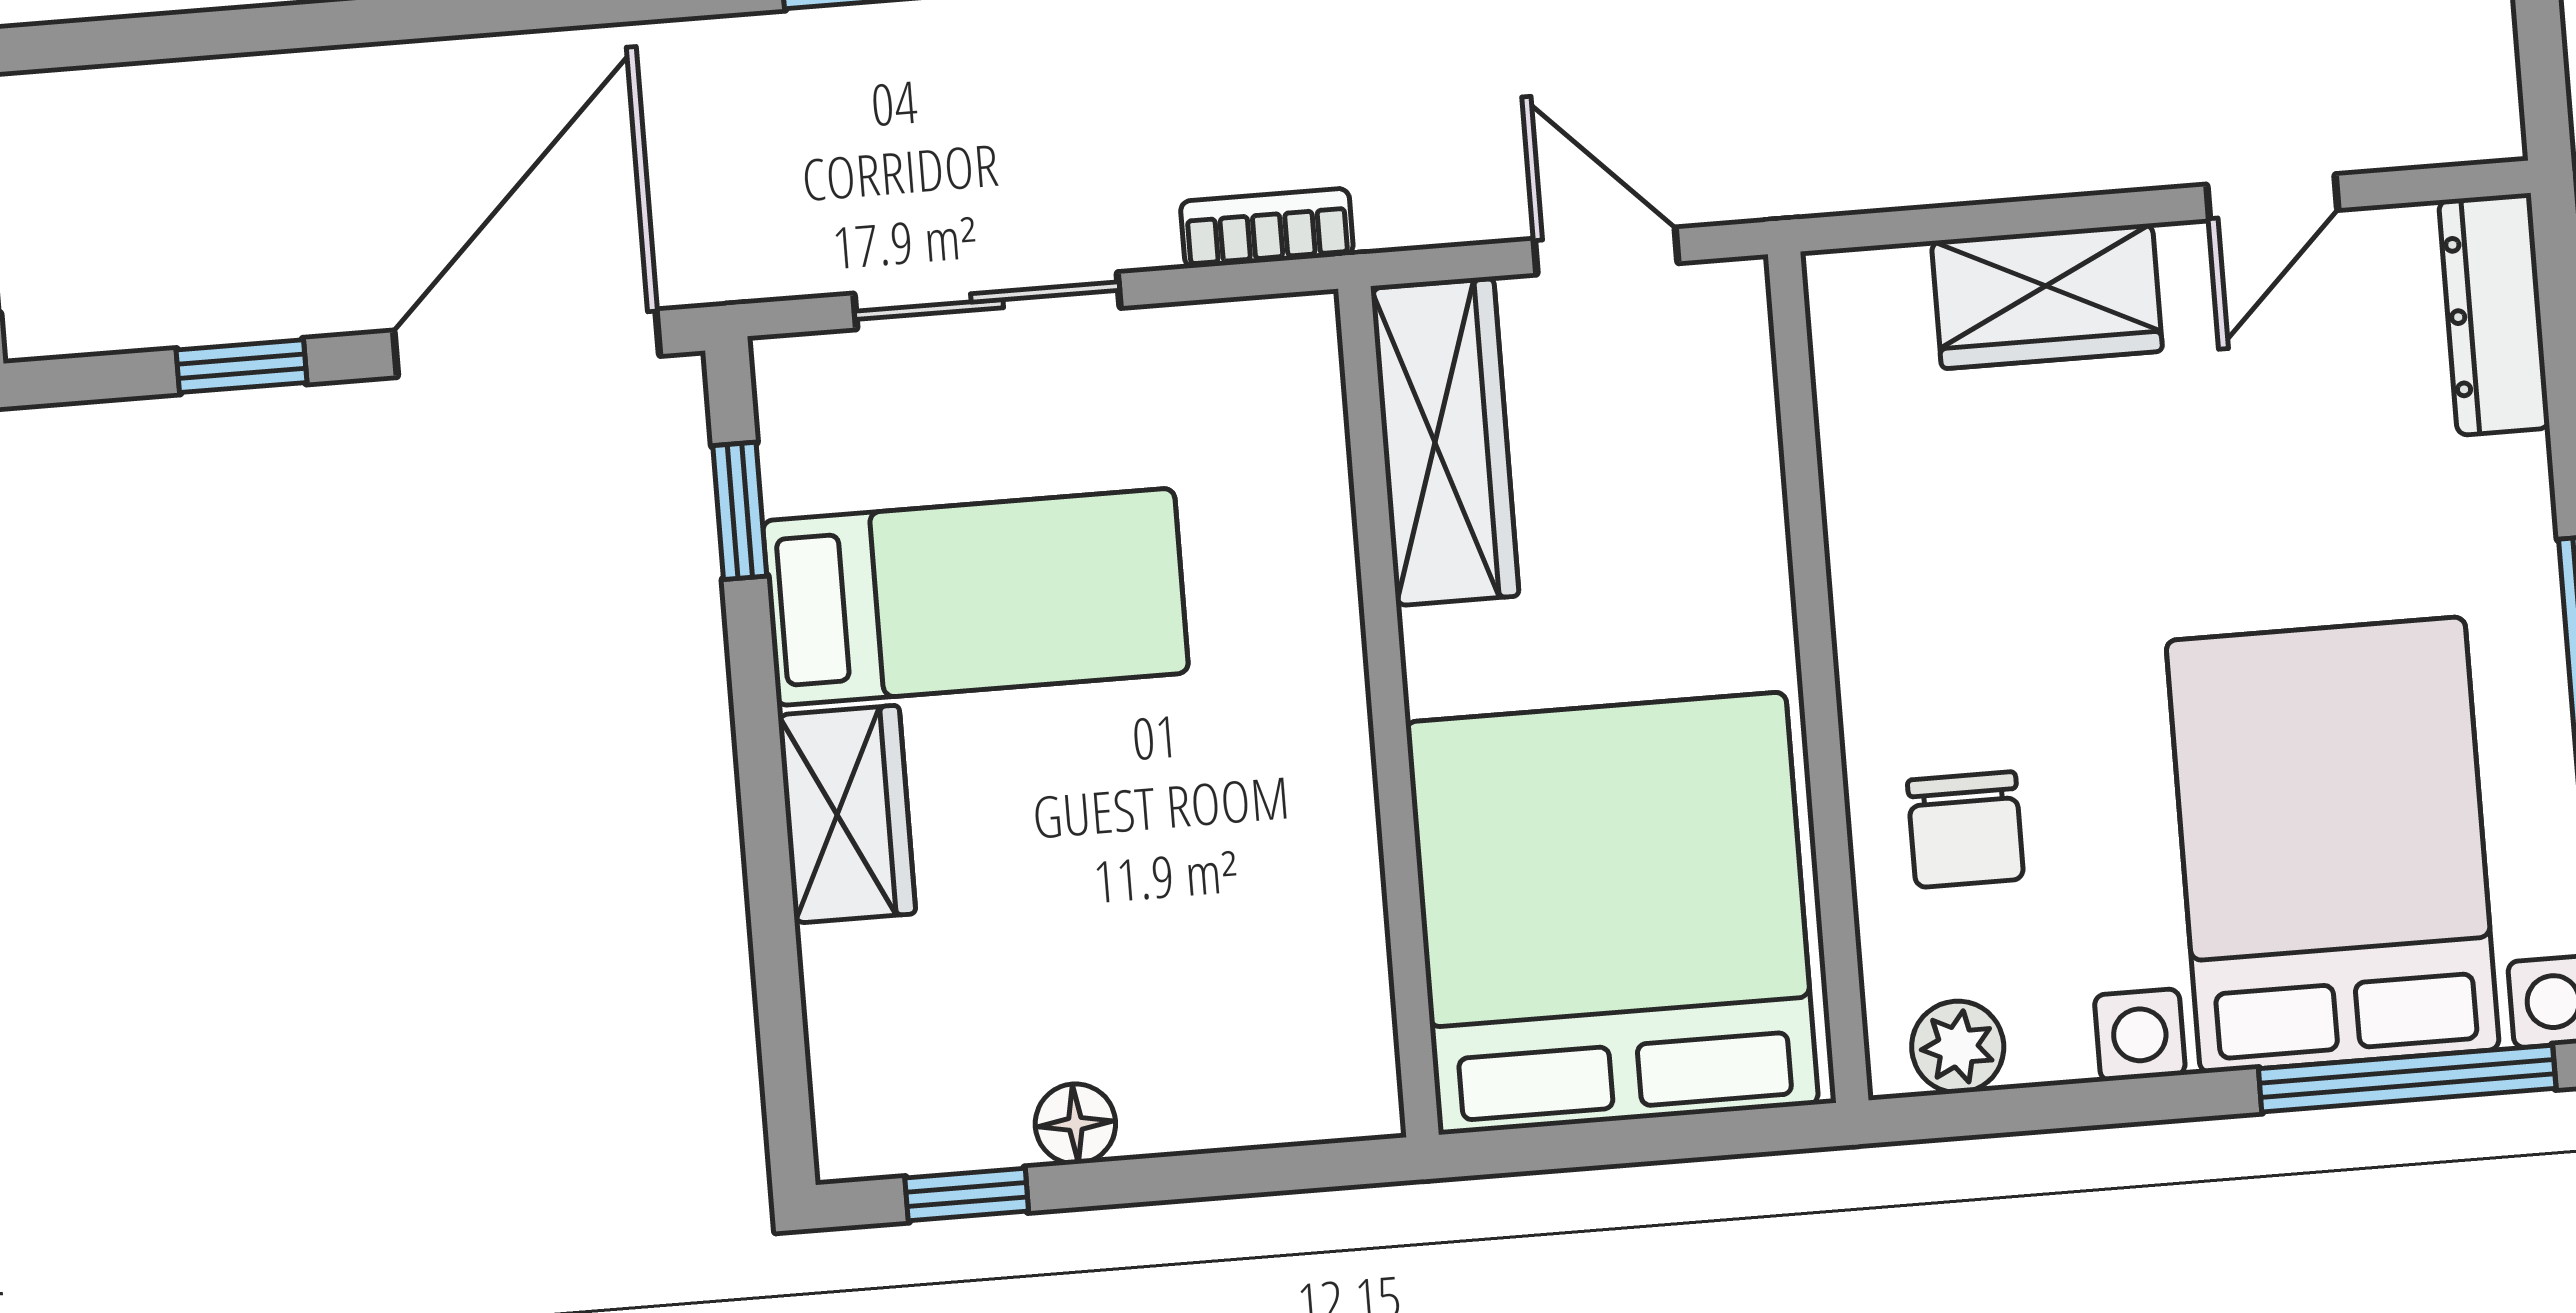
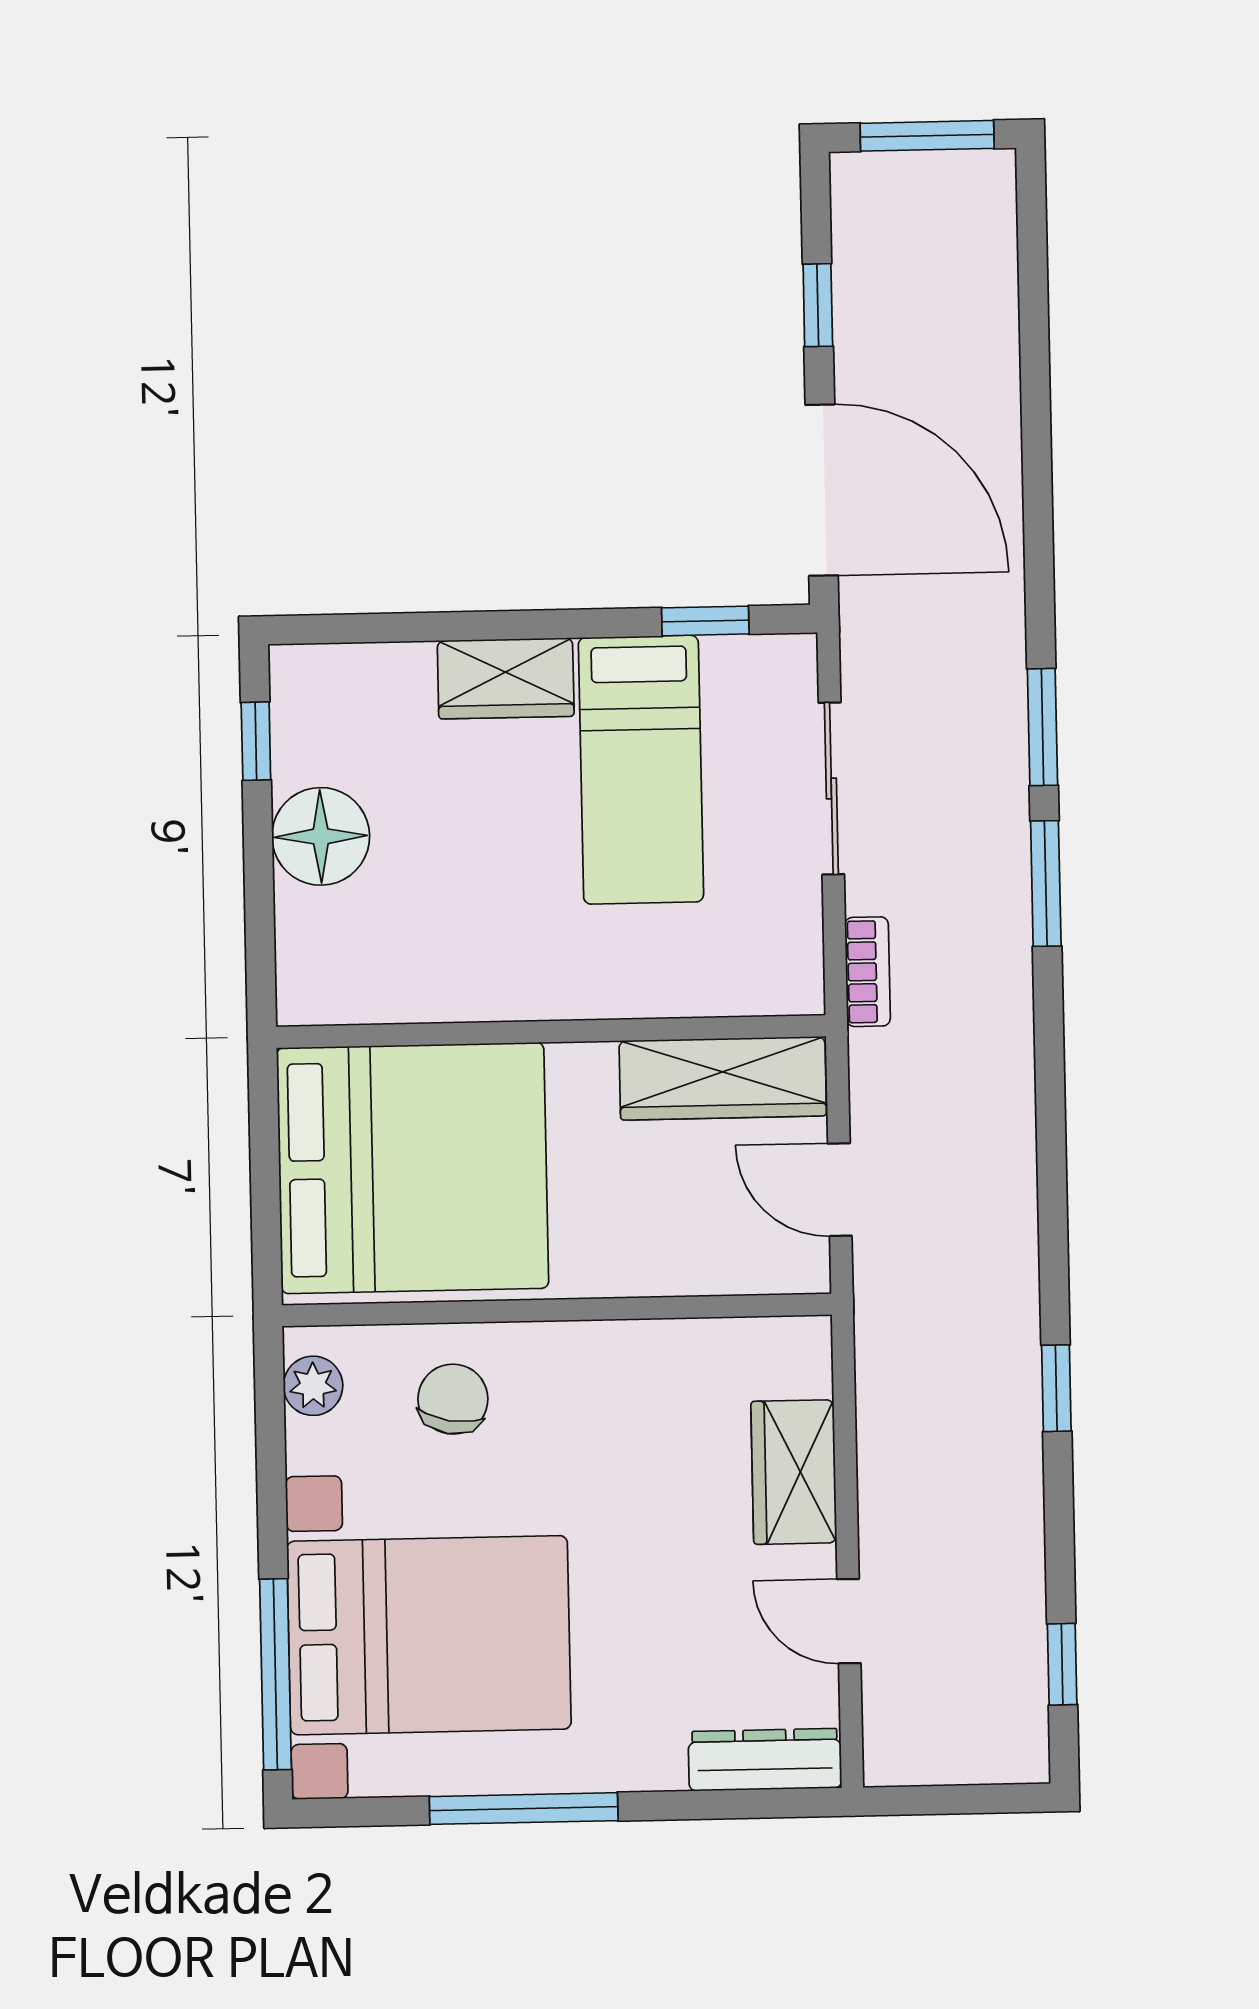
door: (1606, 251) -> (840, 1190), swing flipped
chair: (1966, 830) -> (453, 1399), turned 100
floor lamp: (1075, 1124) -> (321, 836), width x1.89, depth x1.89

